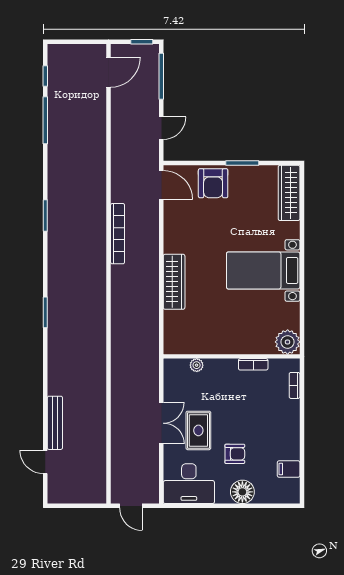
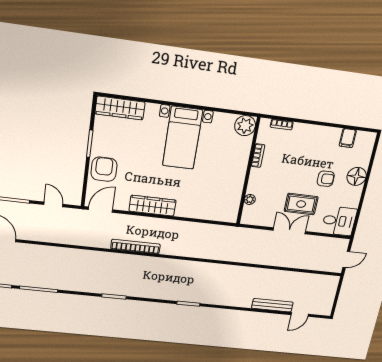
armchair: (213, 183) -> (104, 169), turned -90
wardrobe: (174, 282) -> (152, 206), moved
armchair: (235, 454) -> (326, 179), turned 90
desk: (189, 484) -> (339, 221), width x0.73

